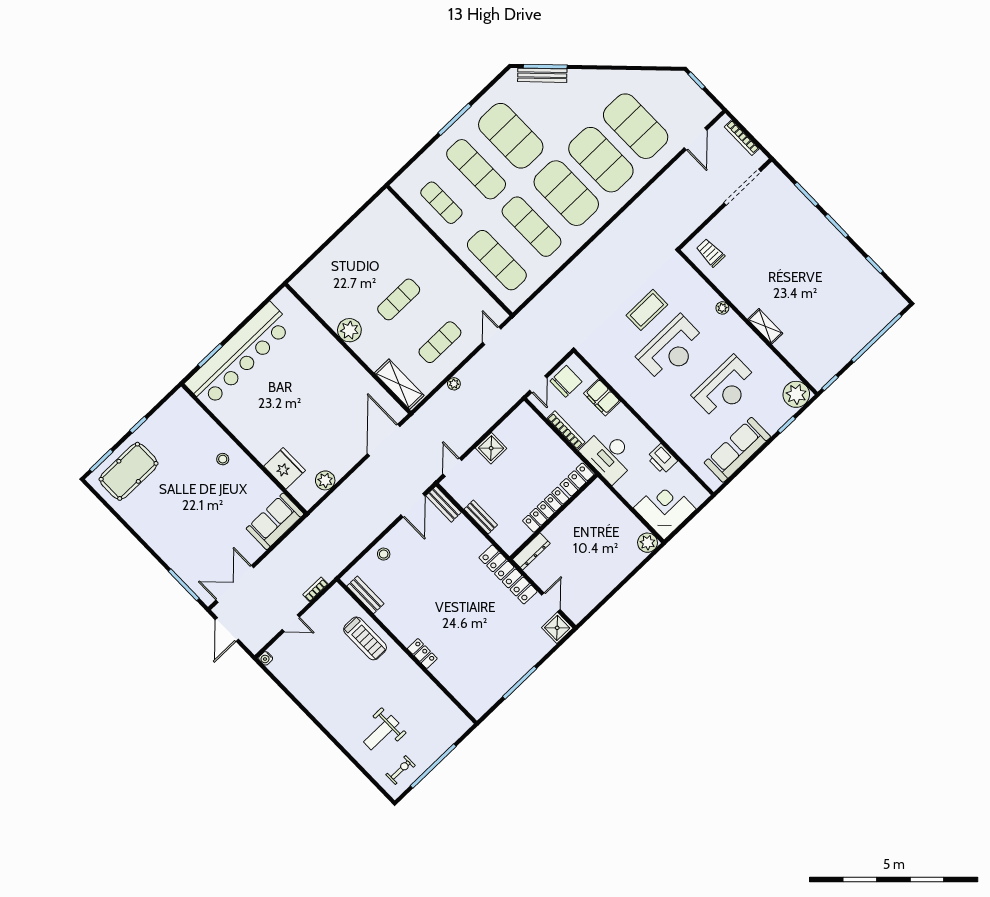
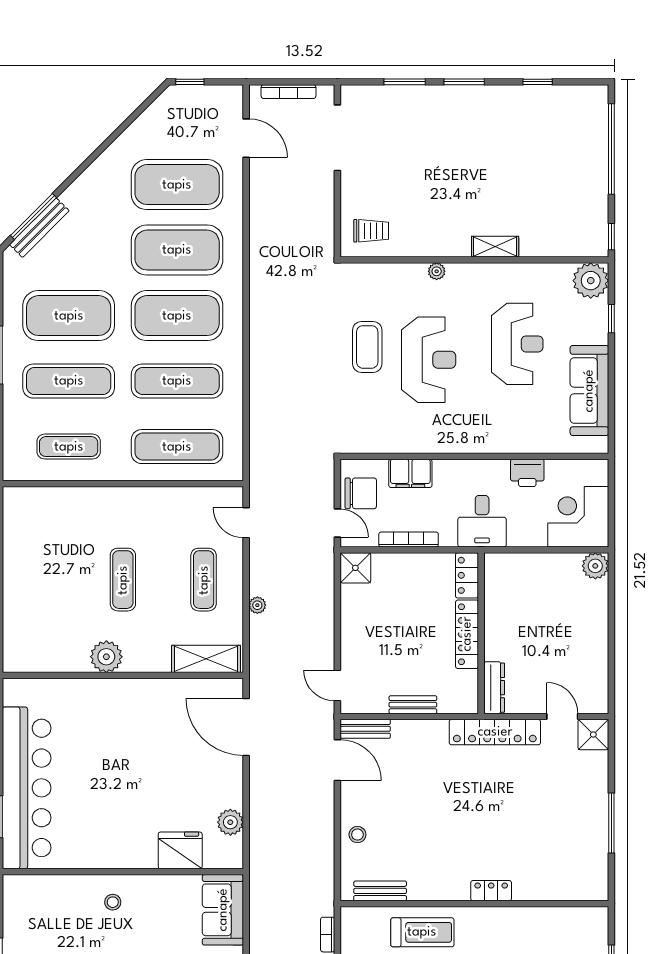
trolley: (710, 253) -> (371, 231), turned 180
chair: (566, 381) -> (361, 493), turned 90
shower: (491, 448) -> (355, 568), moved
desk: (609, 455) -> (482, 521), width x0.73

